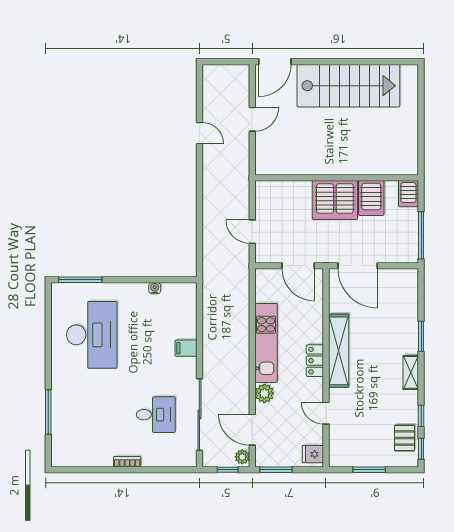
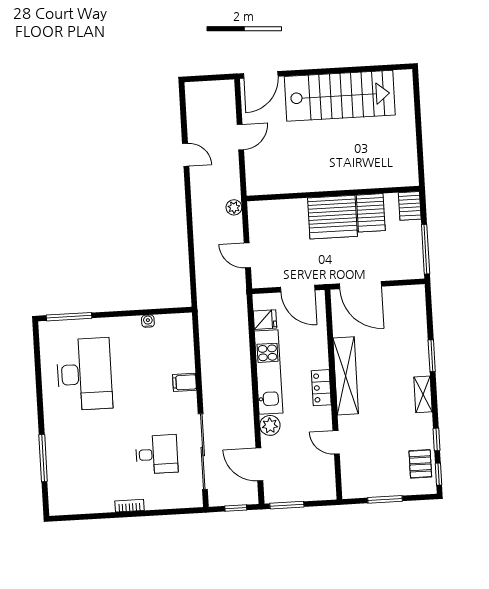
fridge: (313, 454) -> (265, 320), moved, turned 180
plant: (242, 457) -> (234, 207), moved

